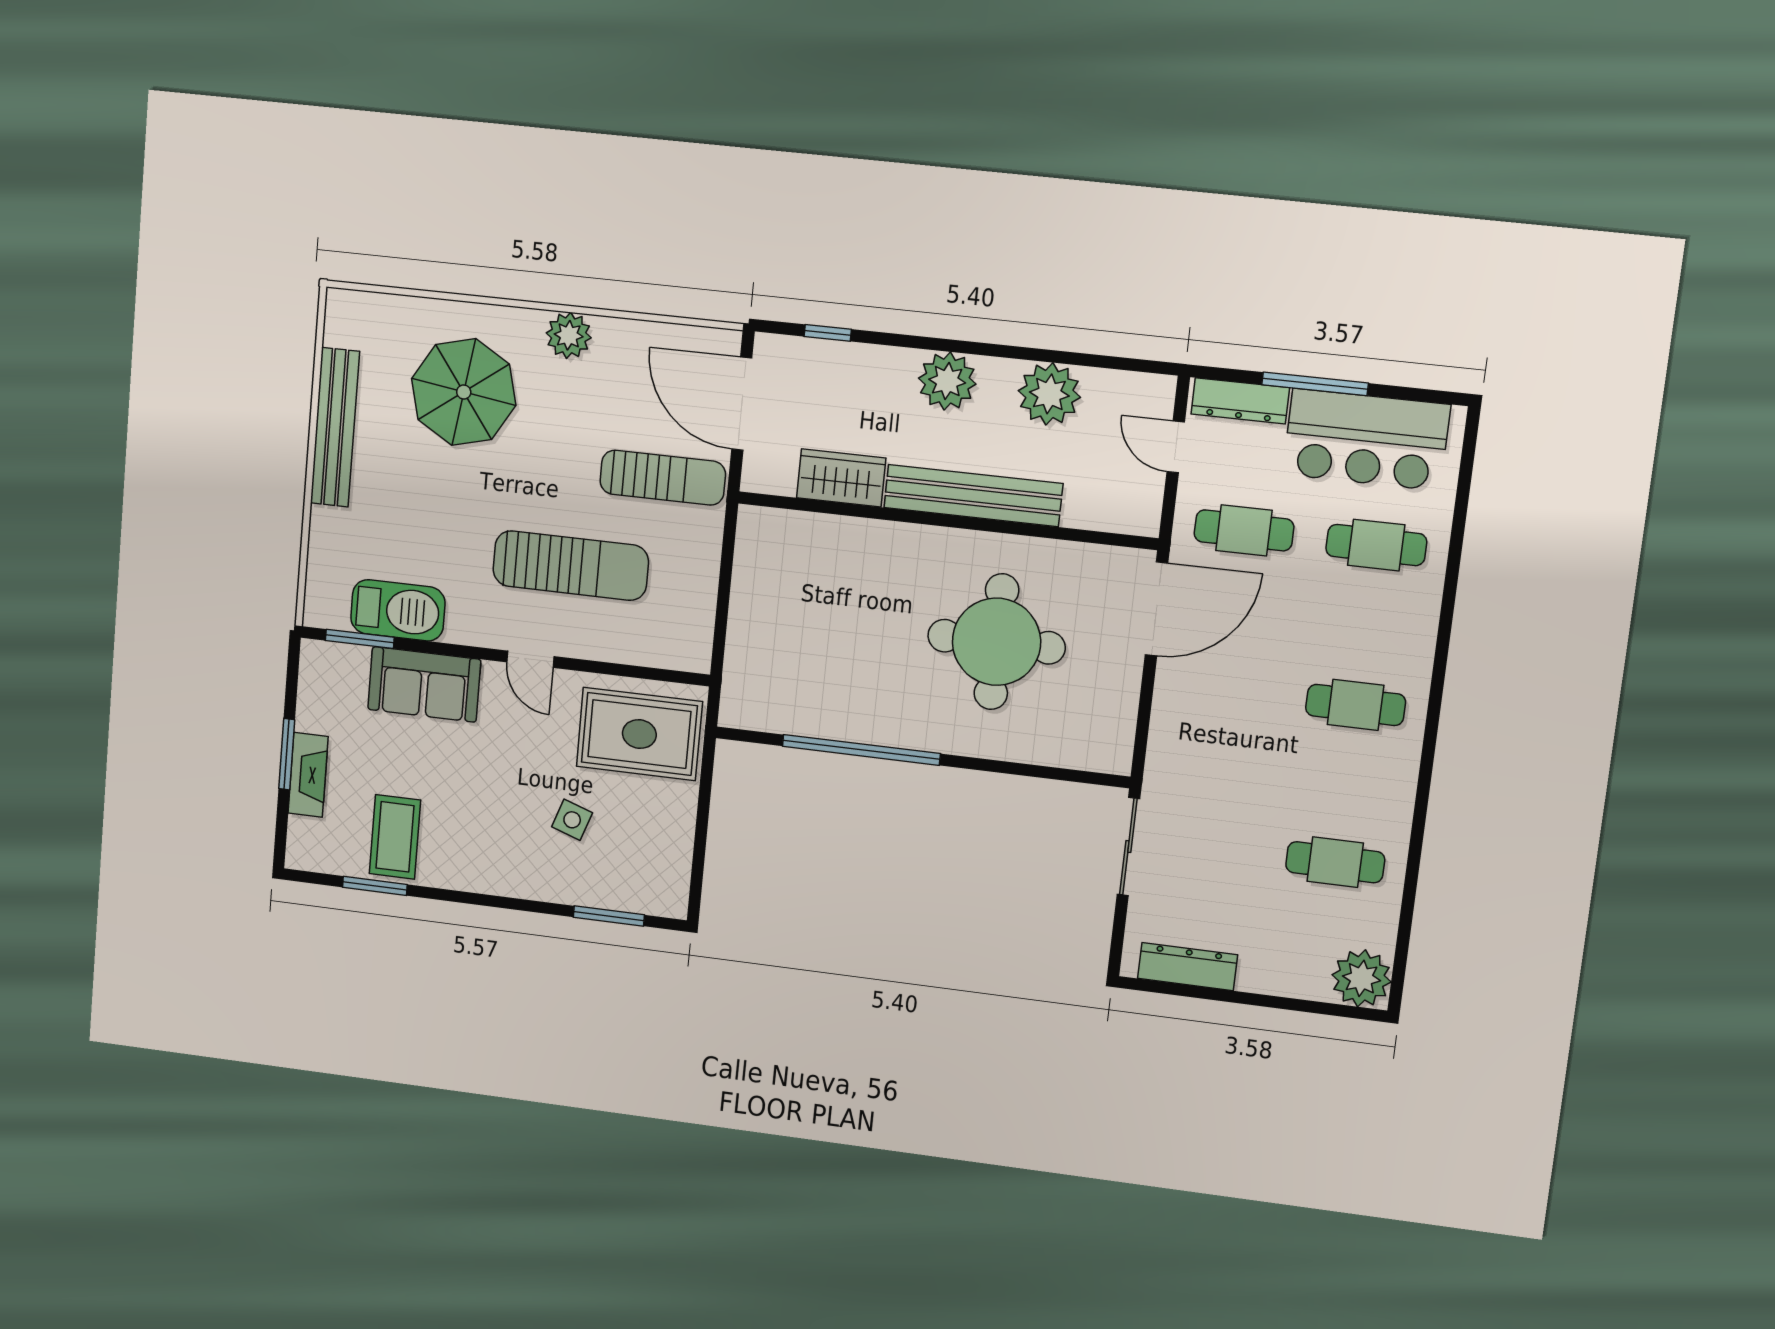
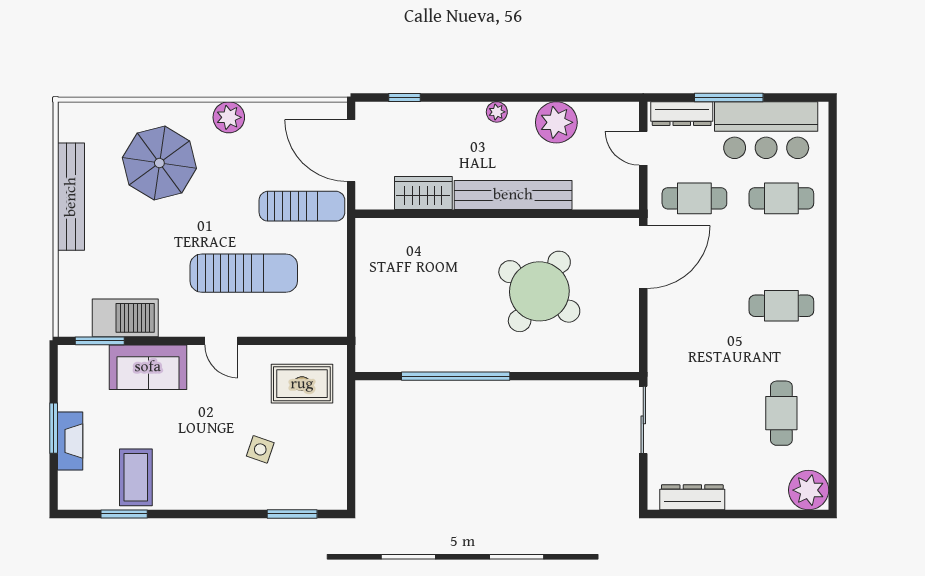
plant: (947, 381) -> (497, 112), width x0.53, depth x0.53
round table: (996, 642) -> (539, 291), turned 34
rug: (639, 734) -> (302, 384), width x0.73, depth x0.70
cafe table: (1335, 862) -> (781, 413), turned 90

